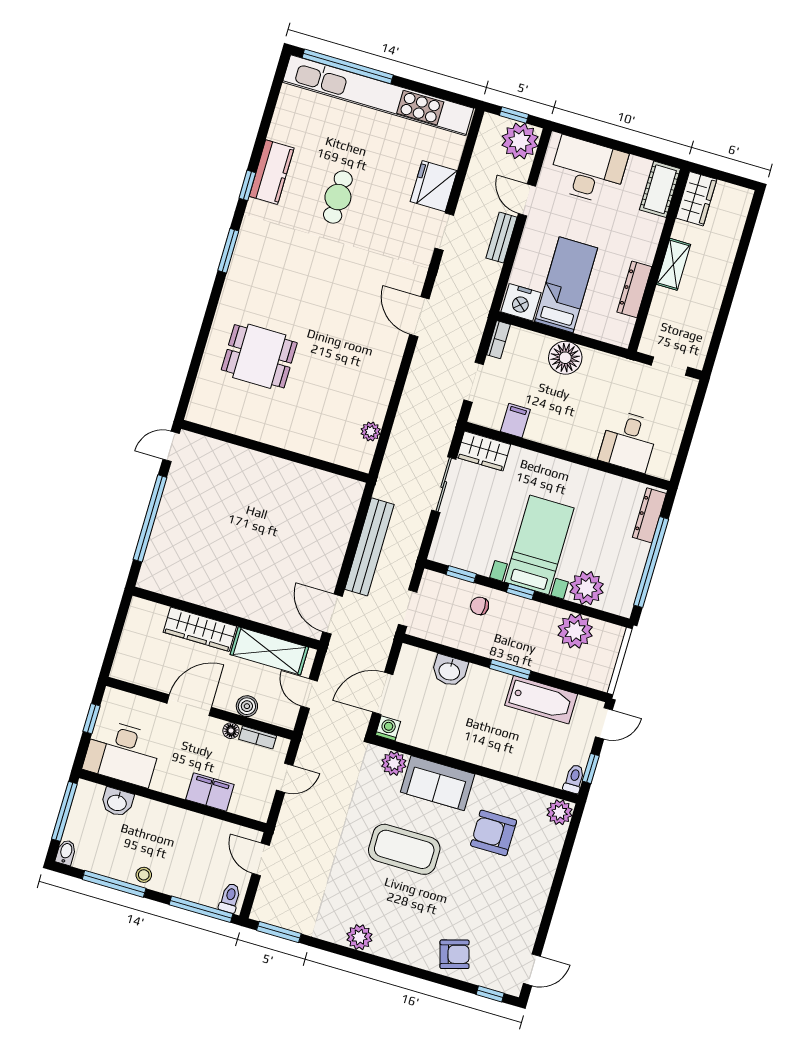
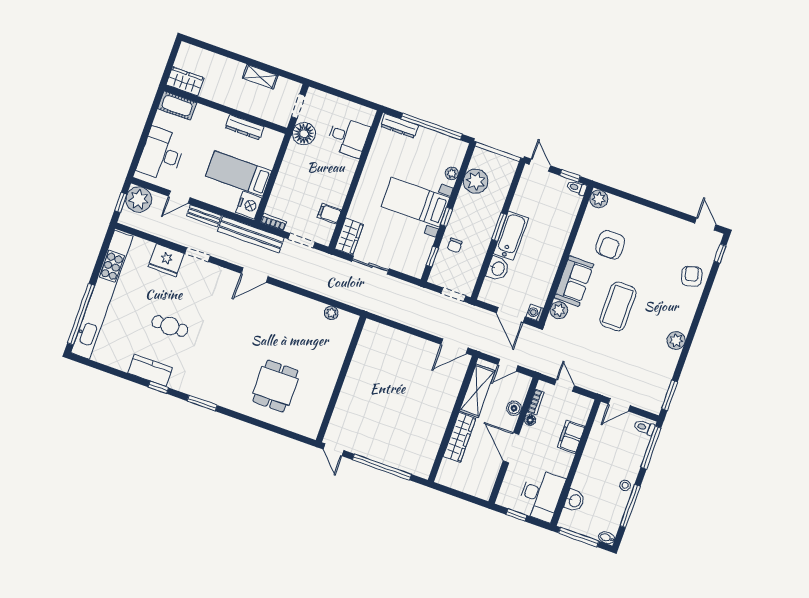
shelving: (674, 264) -> (260, 77), moved
floor lamp: (565, 358) -> (304, 134), moved
bench: (369, 547) -> (251, 234), moved
plant: (587, 588) -> (452, 173), width x0.53, depth x0.53
bathtub: (541, 700) -> (511, 236), moved

